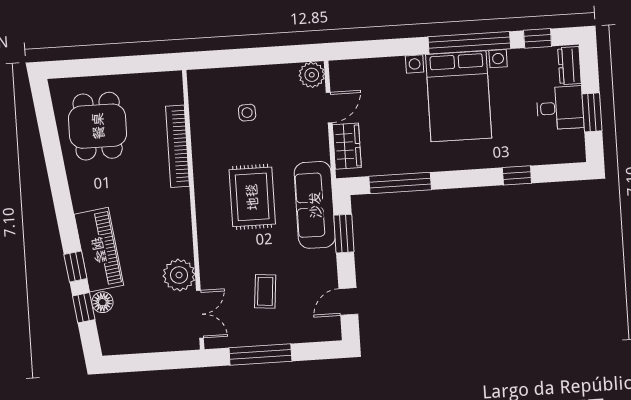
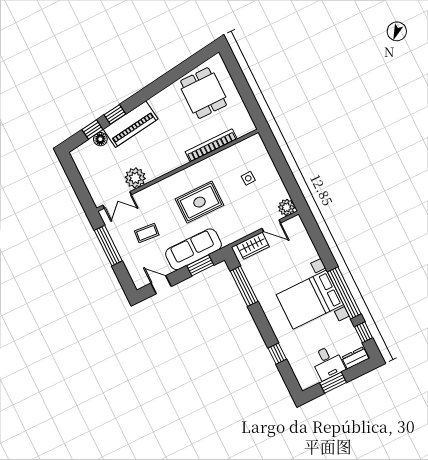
dining table: (98, 126) -> (204, 93), turned 90
sofa: (315, 205) -> (193, 249), moved

